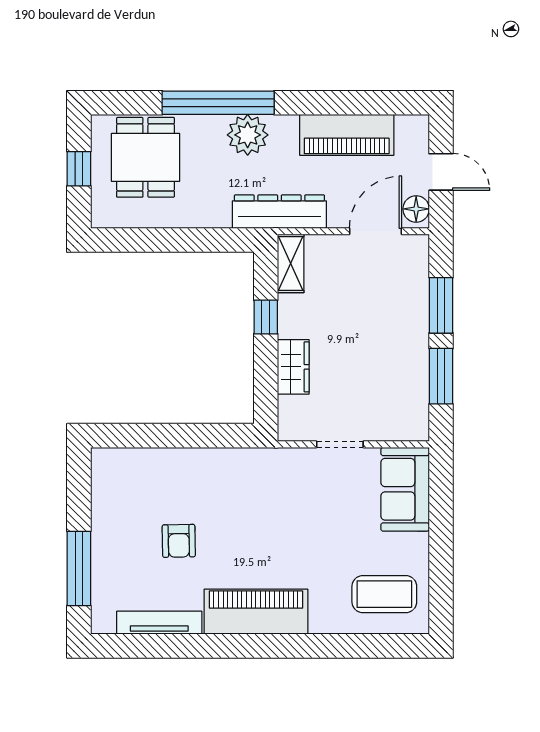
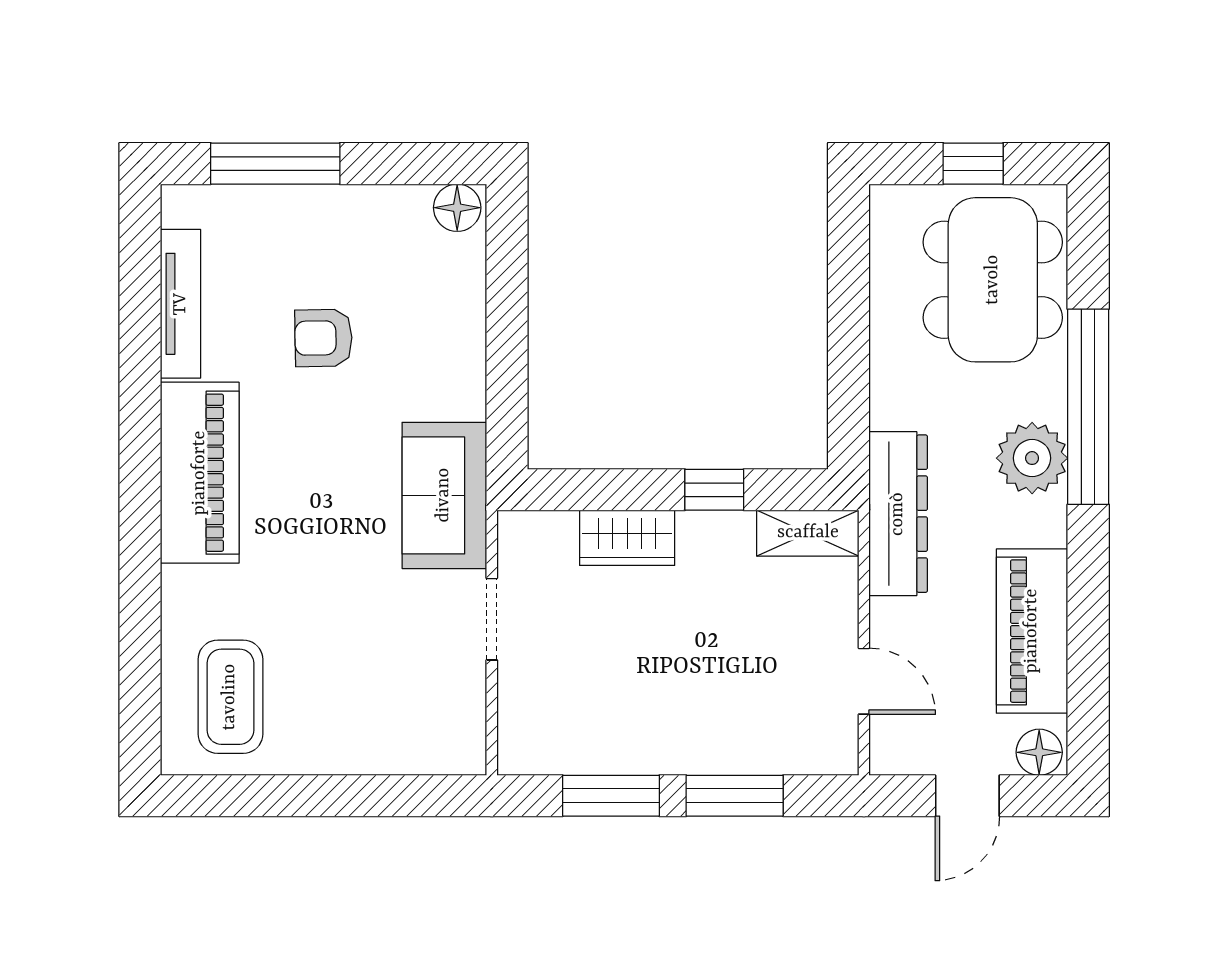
dining table: (145, 157) -> (993, 280), width x1.38
floor lamp: (416, 209) -> (1039, 752), moved
door: (375, 231) -> (864, 681), width x0.73
floor lamp: (104, 464) -> (457, 208), added
sofa: (405, 489) -> (444, 495), moved, turned -90

